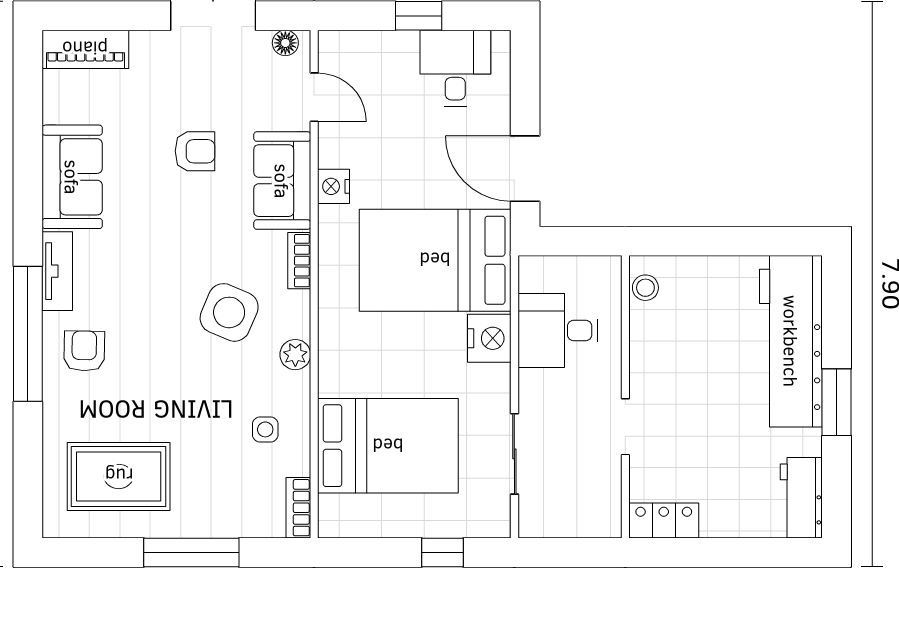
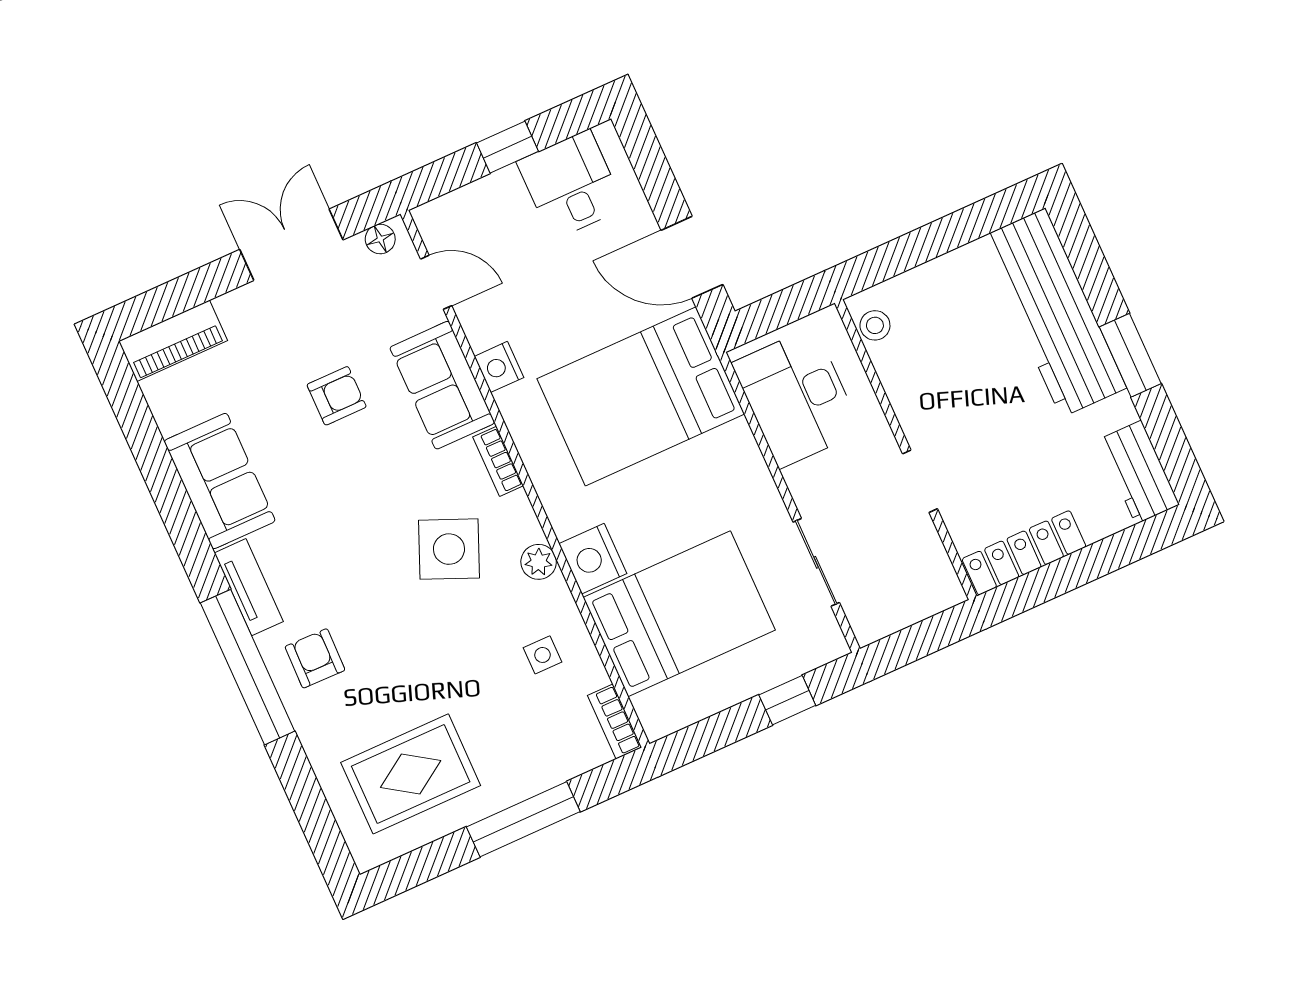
desk: (558, 330) -> (797, 397), width x1.37
nightstand: (489, 338) -> (593, 559), moved, turned 180
locker: (664, 521) -> (1024, 553), width x1.53

